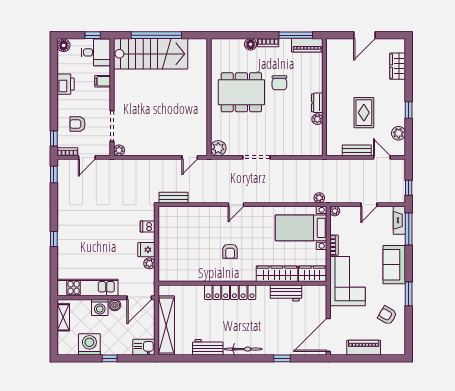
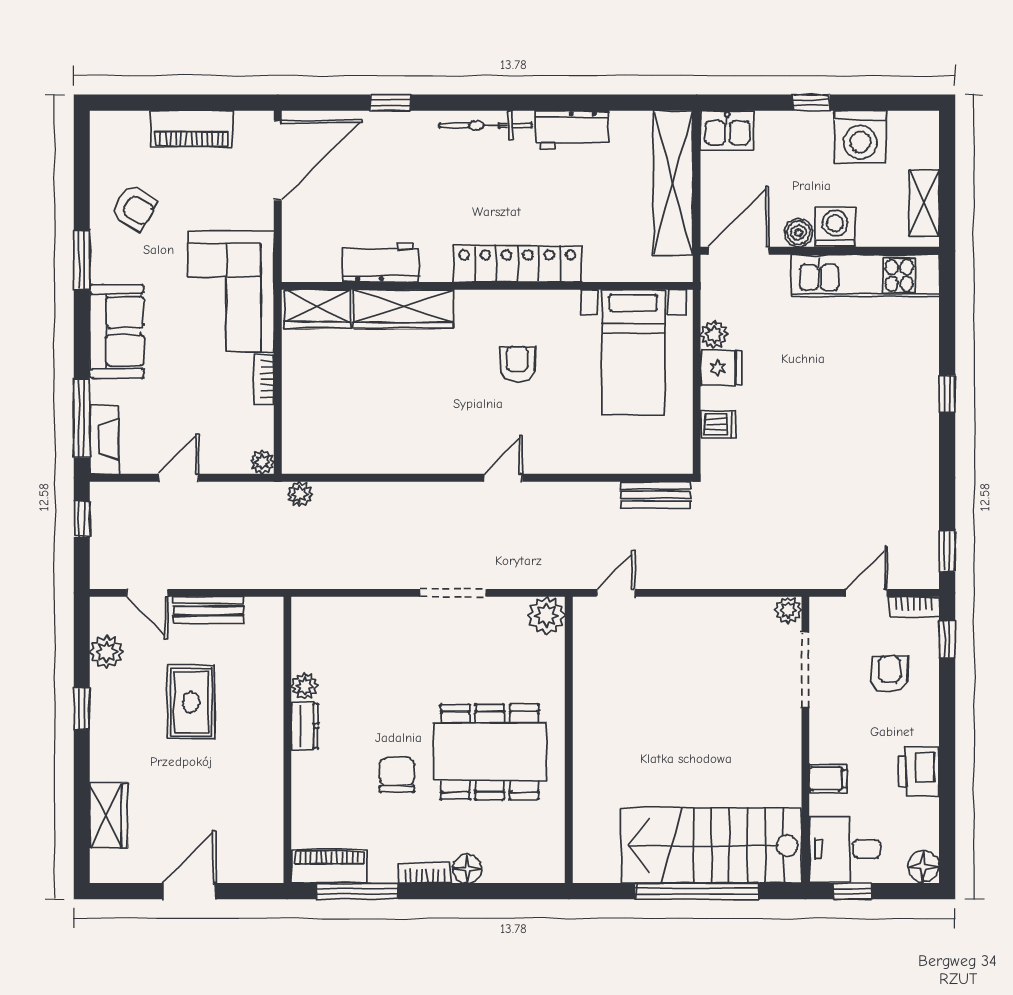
armchair: (77, 124) -> (890, 674), turned -90
bed with nightstands: (301, 228) -> (633, 352), moved, turned 90

